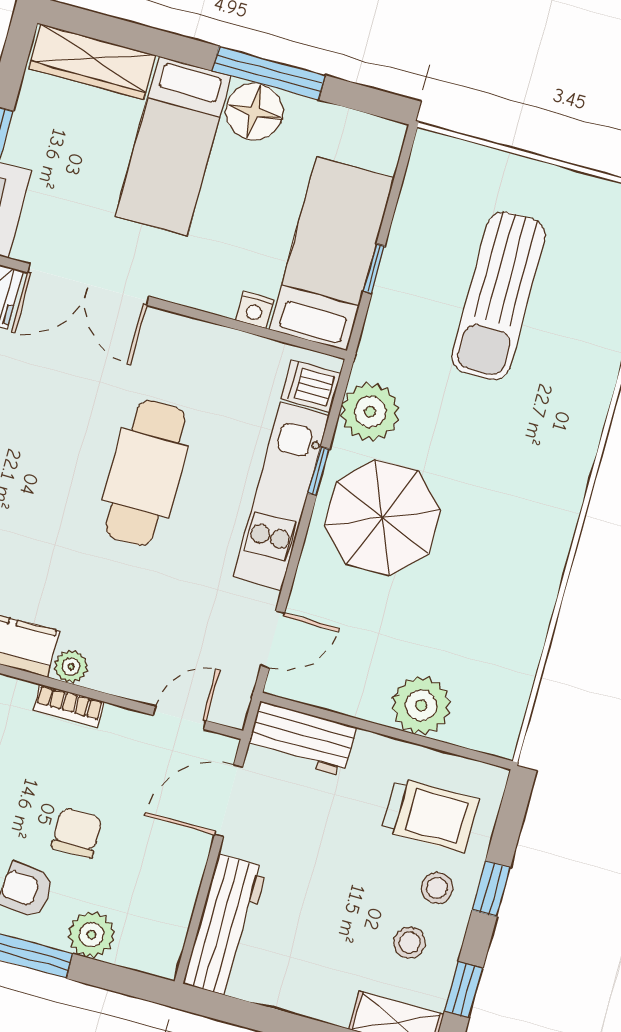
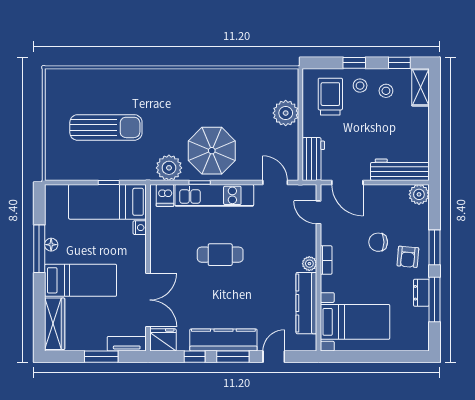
floor lamp: (254, 112) -> (51, 245), width x0.53, depth x0.53
cafe table: (145, 473) -> (220, 255), width x0.73, depth x0.74
plant: (91, 935) -> (419, 194), moved

